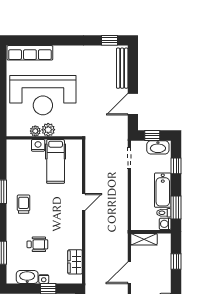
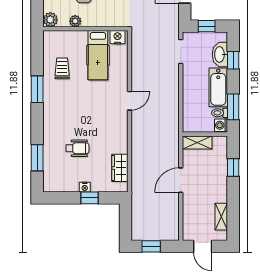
plant: (48, 130) -> (50, 20), moved
nightstand: (38, 145) -> (118, 37), moved
washbasin: (158, 147) -> (220, 54), moved, turned 90
trolley: (24, 204) -> (62, 68), moved
washbasin: (27, 277) -> (66, 185), removed

